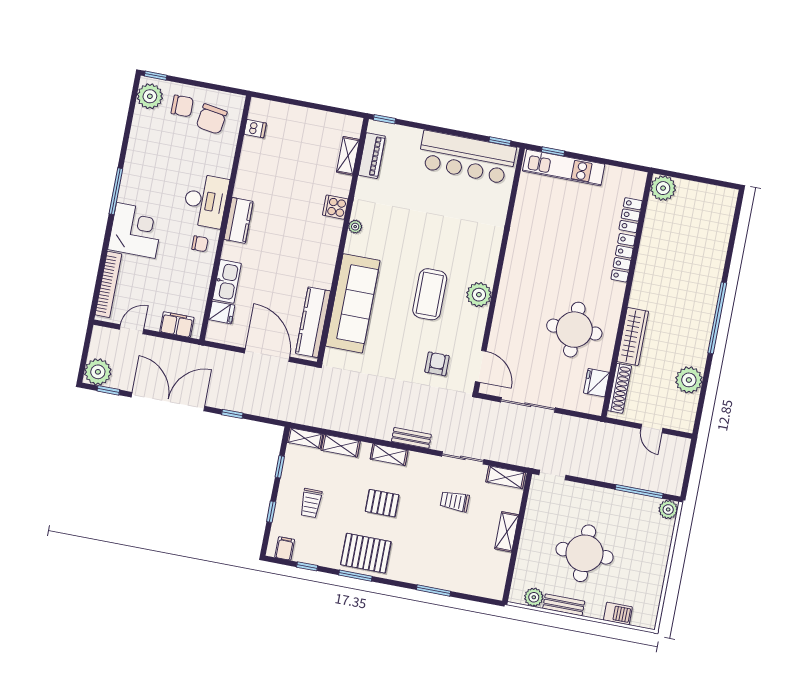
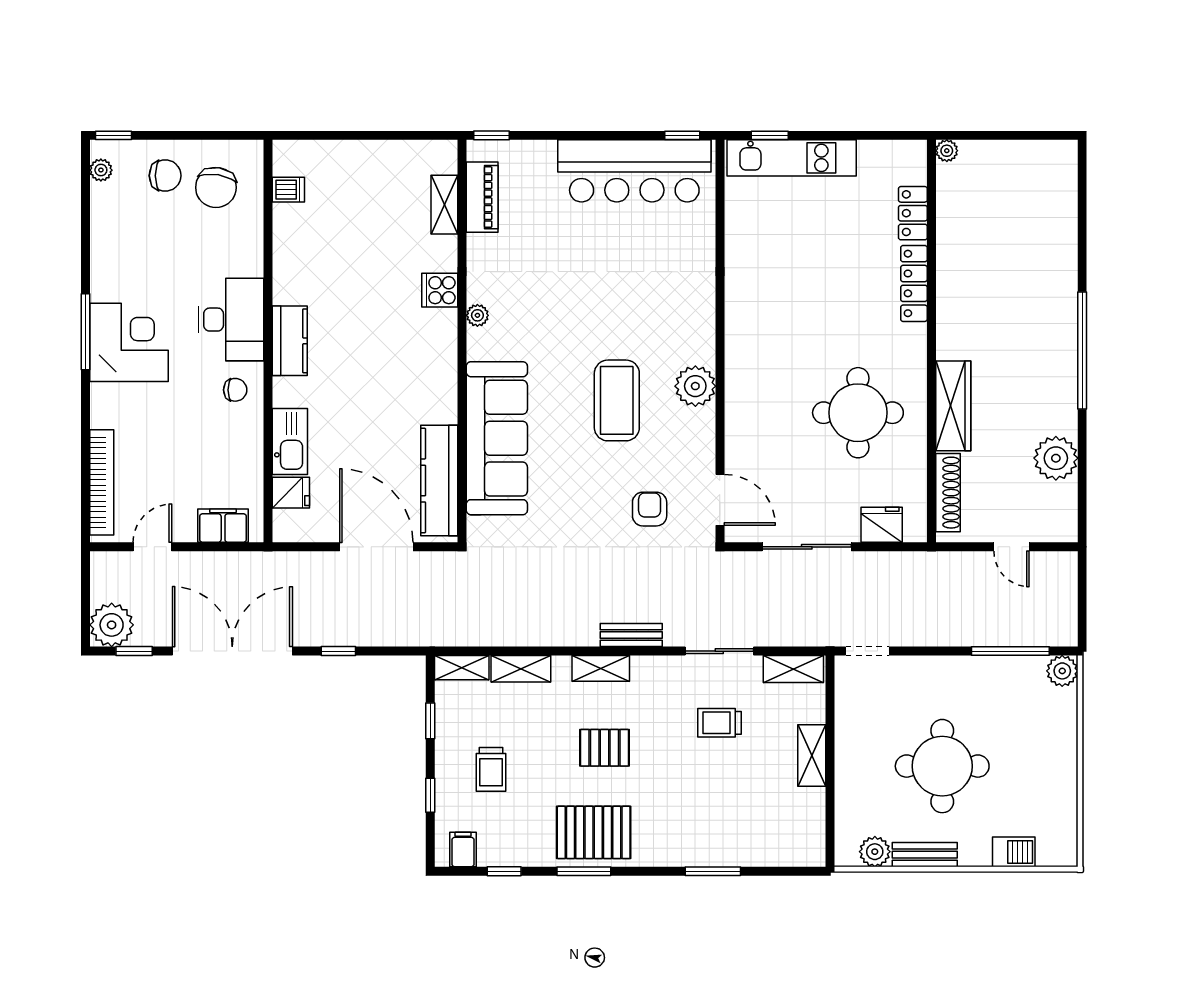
plant: (150, 96) -> (101, 170), width x0.53, depth x0.53
plant: (663, 188) -> (947, 151), width x0.53, depth x0.53
corner desk: (136, 230) -> (129, 342), moved
fridge: (597, 383) -> (882, 525), moved, turned 90

